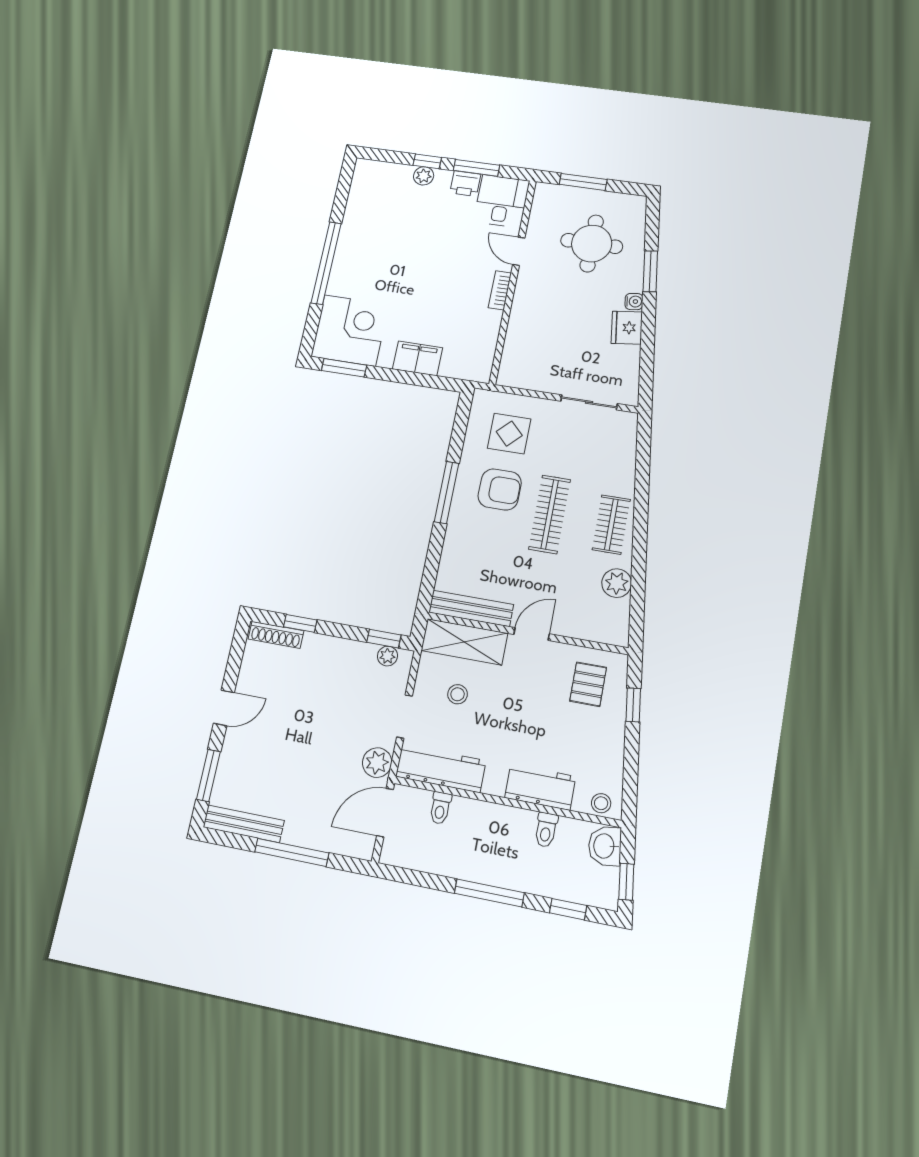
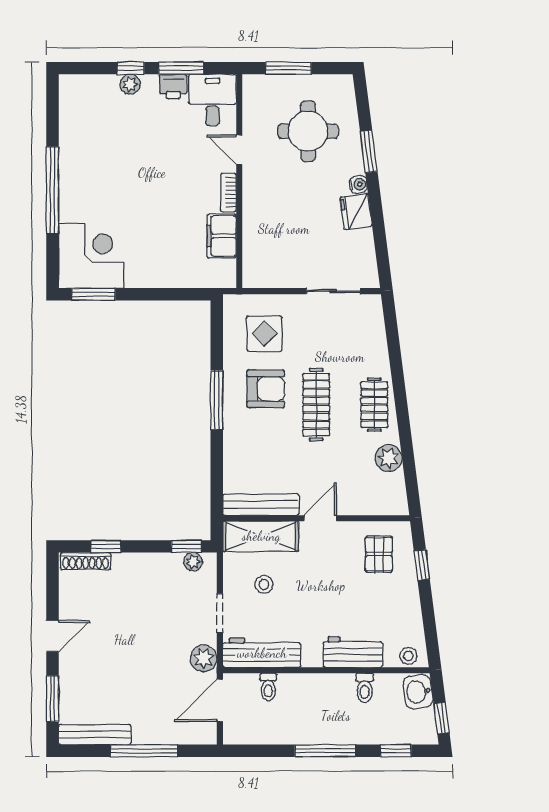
filing cabinet: (418, 358) -> (222, 236), moved, turned -90

